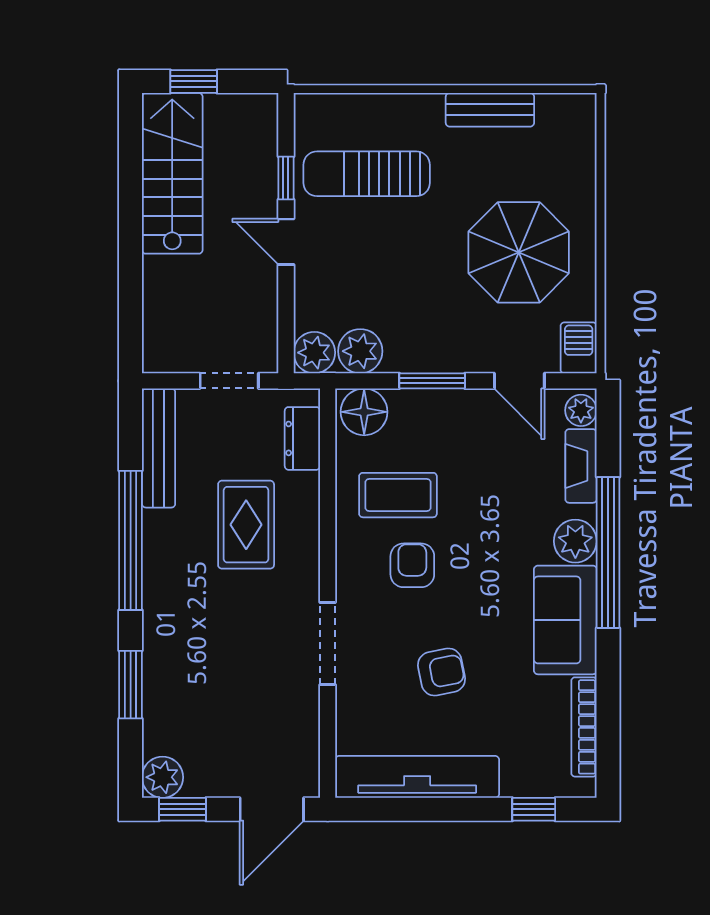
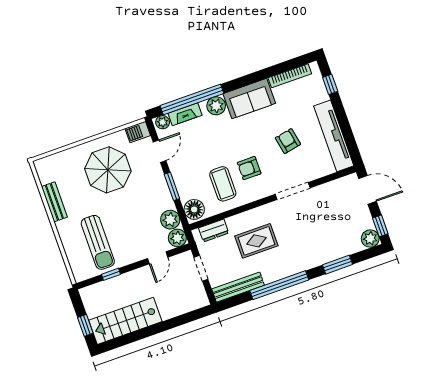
door: (286, 242) -> (158, 258), moved
window: (608, 552) -> (192, 100), moved

